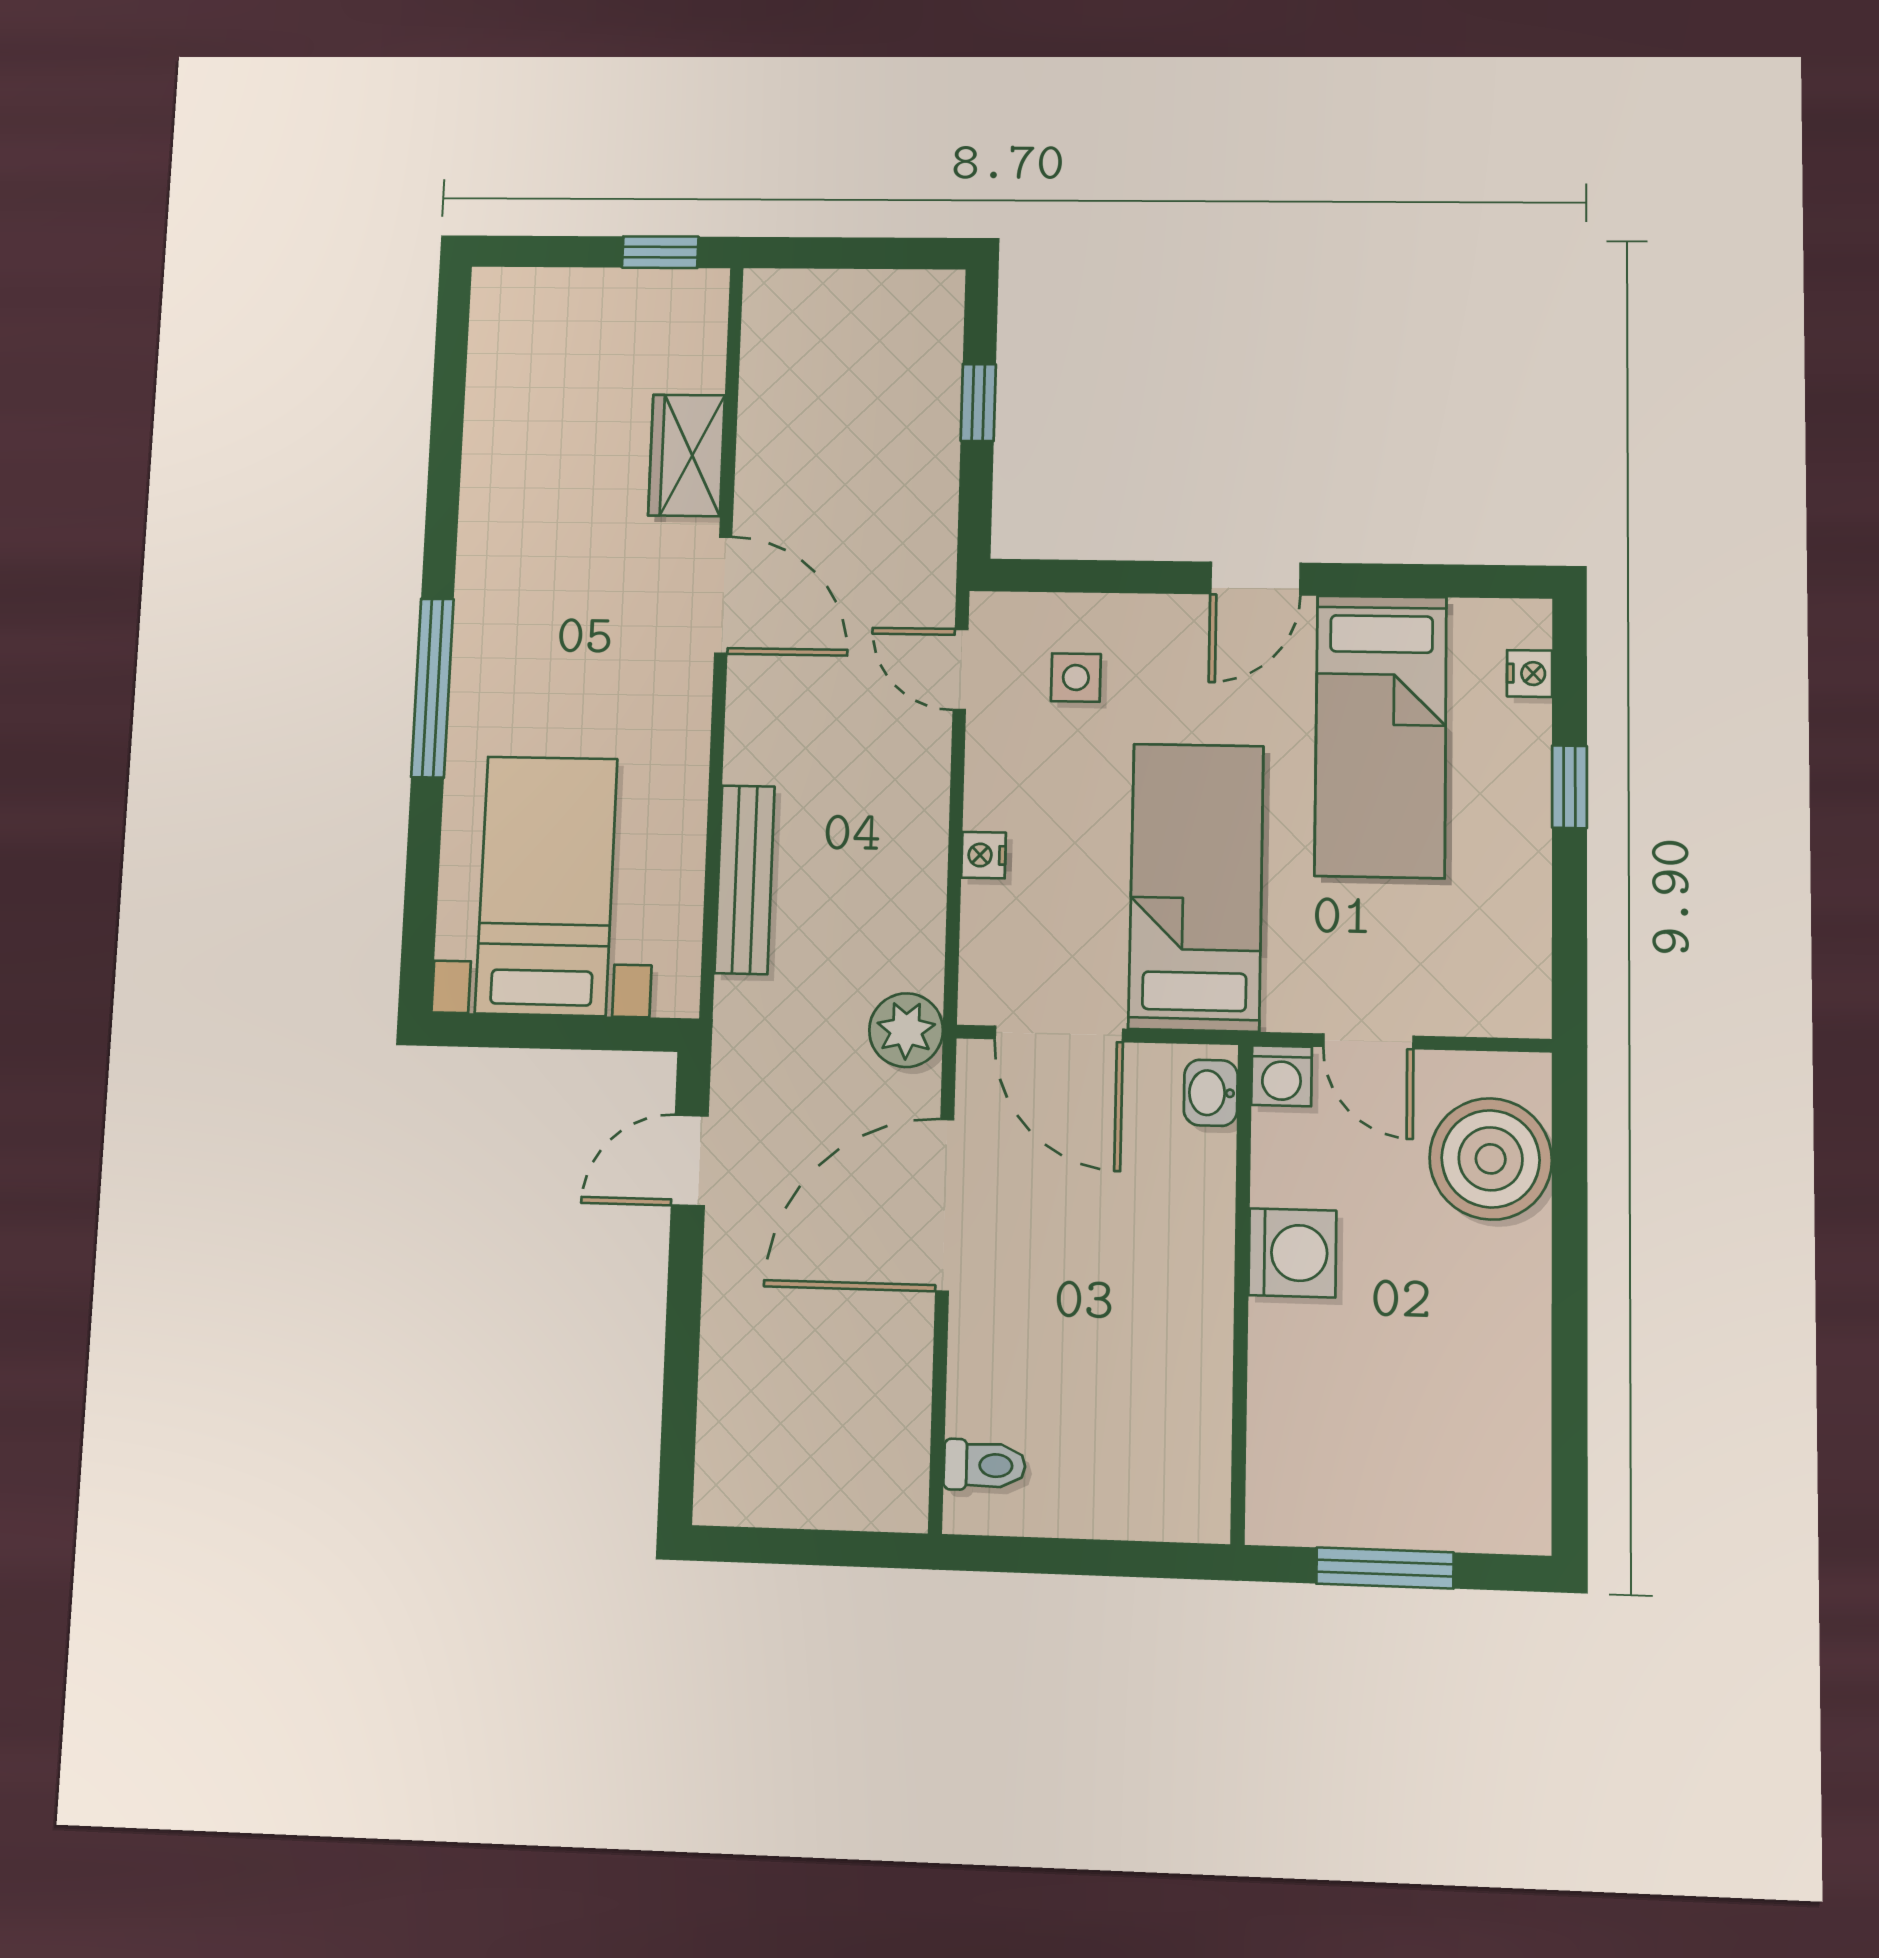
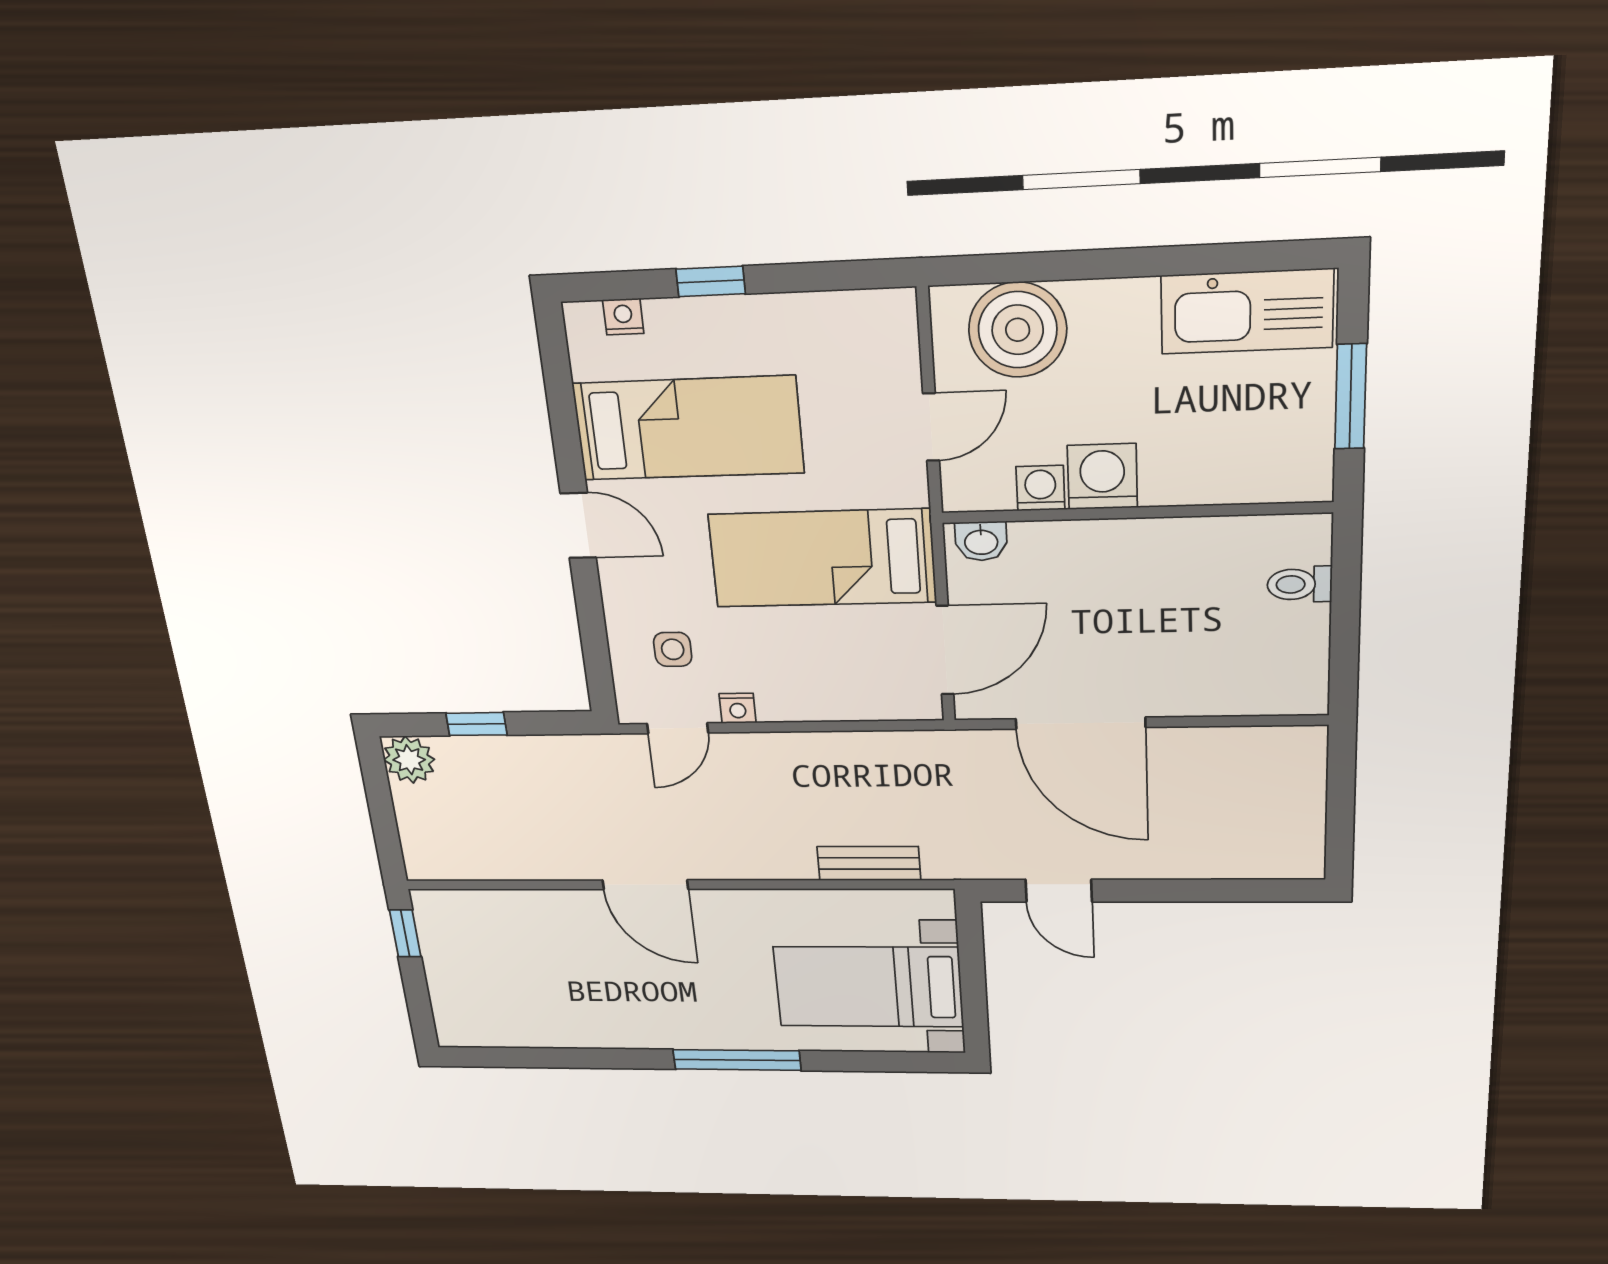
wardrobe: (687, 455) -> (548, 912), removed
door: (723, 595) -> (645, 885), swing flipped
nightstand: (984, 855) -> (738, 708), moved
bench: (745, 879) -> (869, 863), width x0.73
plant: (906, 1030) -> (409, 760), moved
washing machine: (1282, 1076) -> (1040, 488), moved, turned -90
kitchen sink: (1501, 1442) -> (1247, 311), added
toilet: (985, 1465) -> (1300, 584), moved, turned -90

